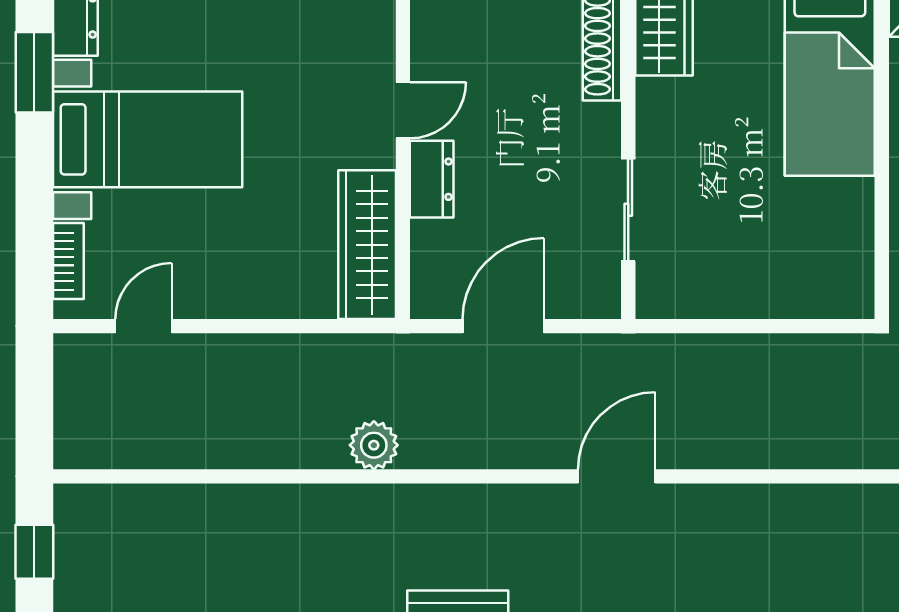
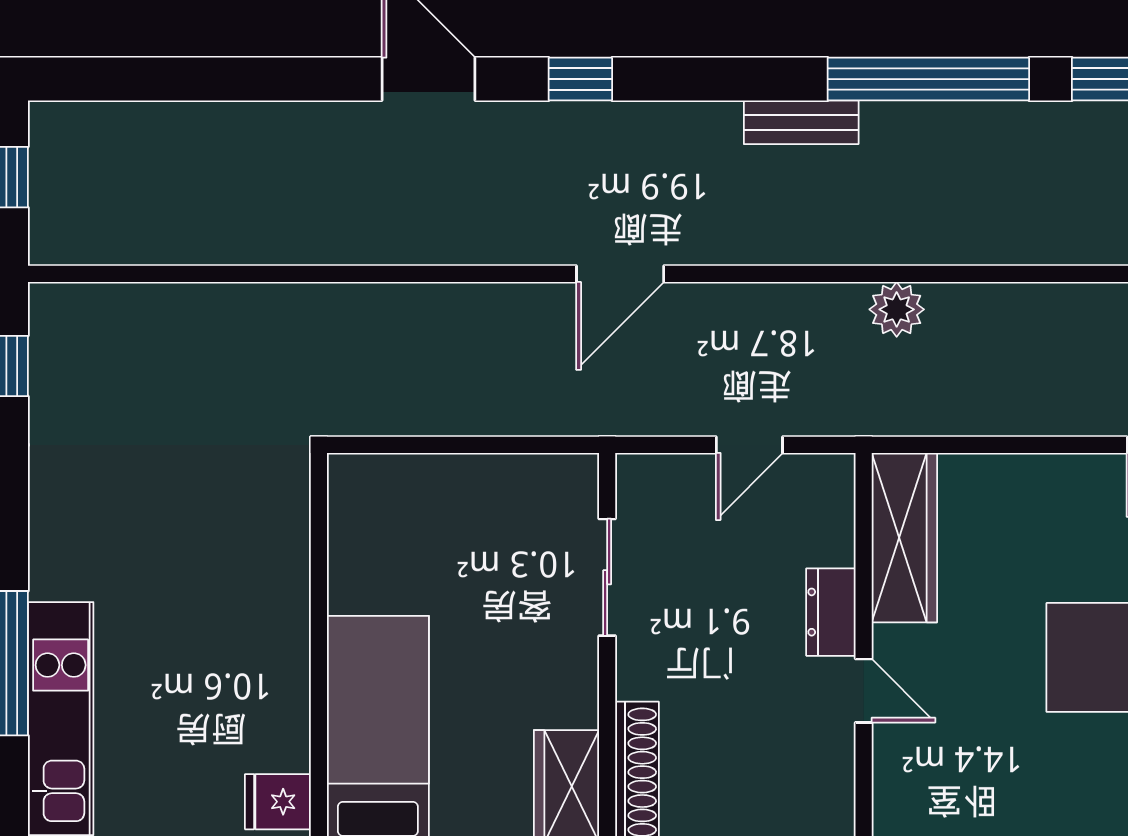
door: (403, 110) -> (864, 691), swing flipped
door: (503, 326) -> (749, 445), width x0.73

